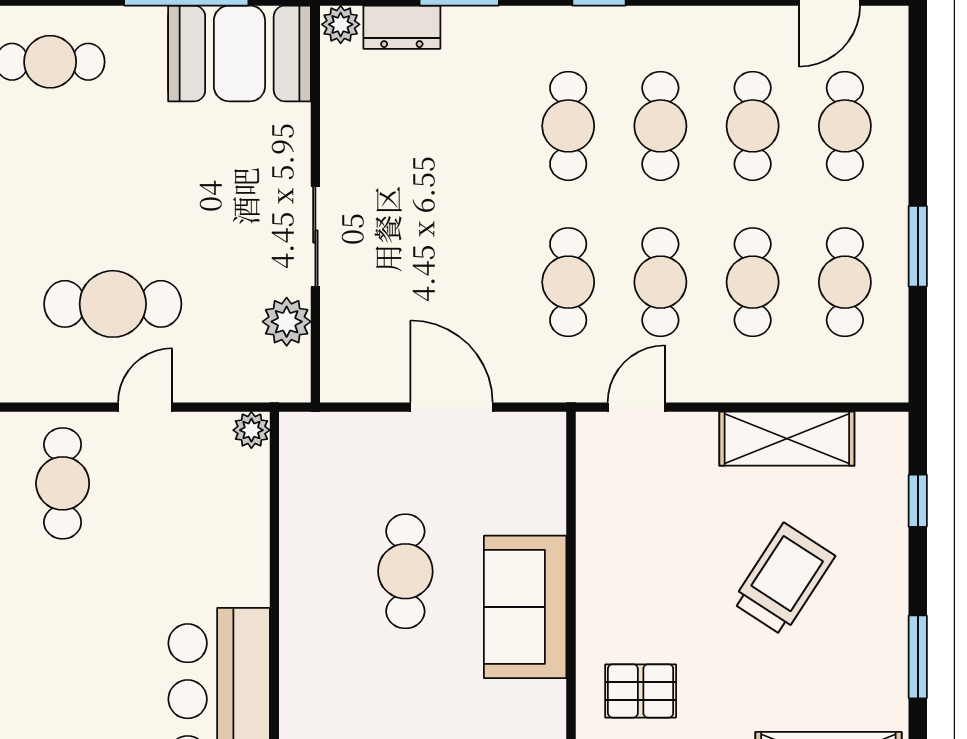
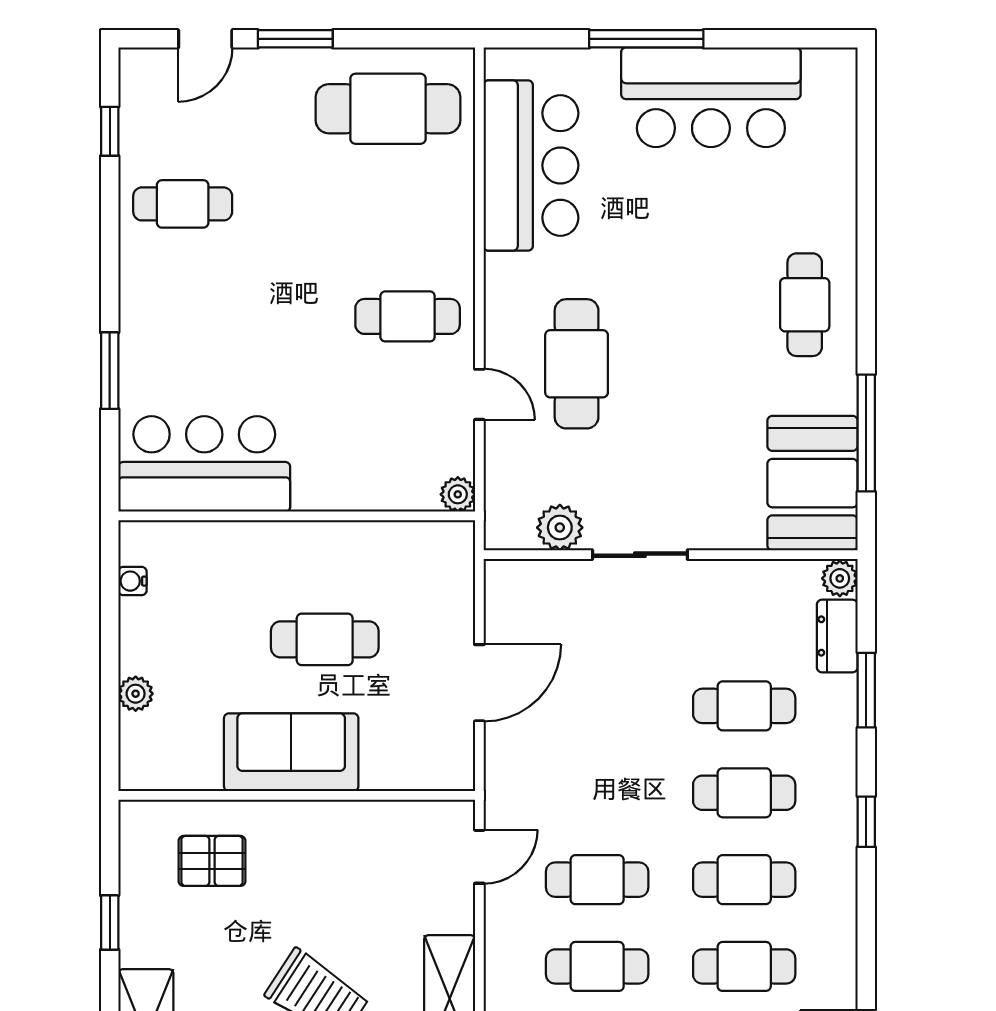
cafe table: (568, 282) -> (744, 706), moved
door: (636, 407) -> (479, 857), hinge flipped
pallet: (641, 691) -> (212, 861), turned 90

